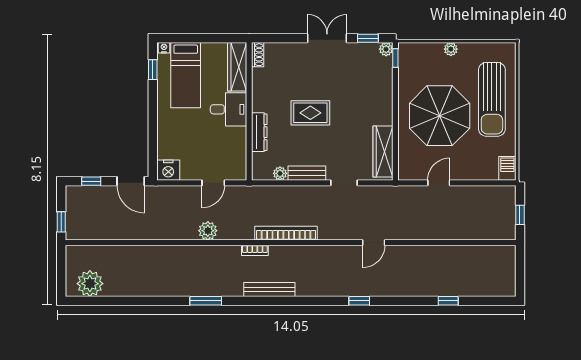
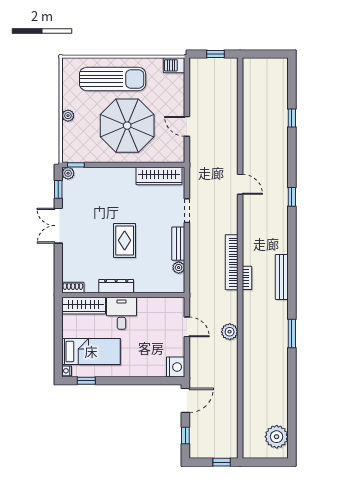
dresser: (259, 132) -> (116, 286), moved
bookcase: (255, 250) -> (247, 278), moved

